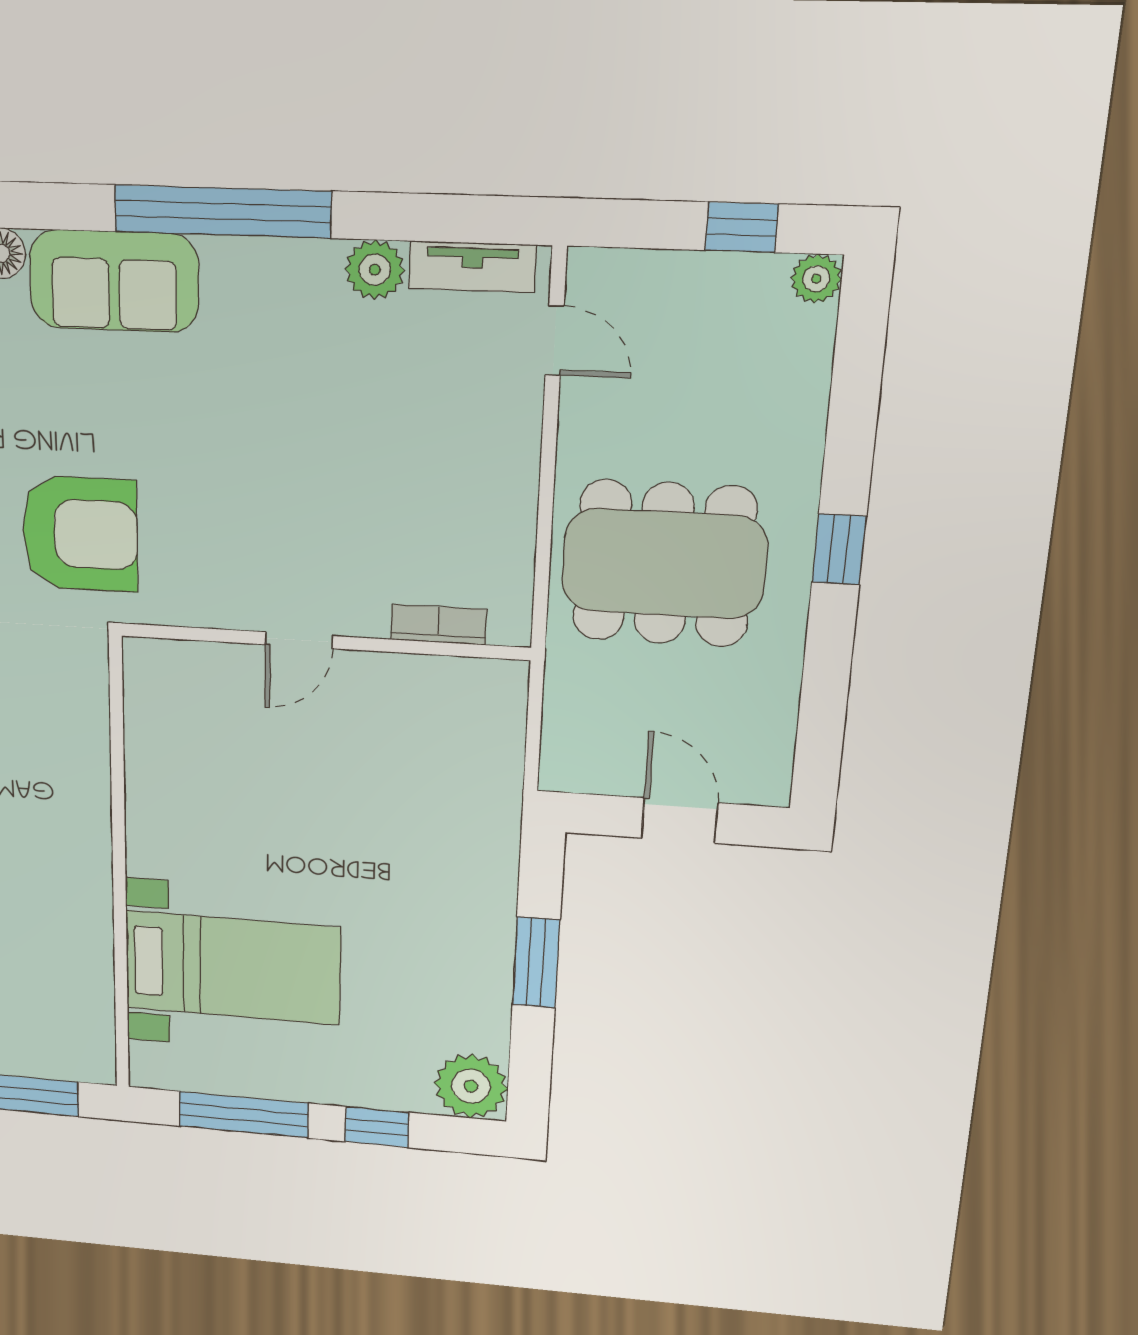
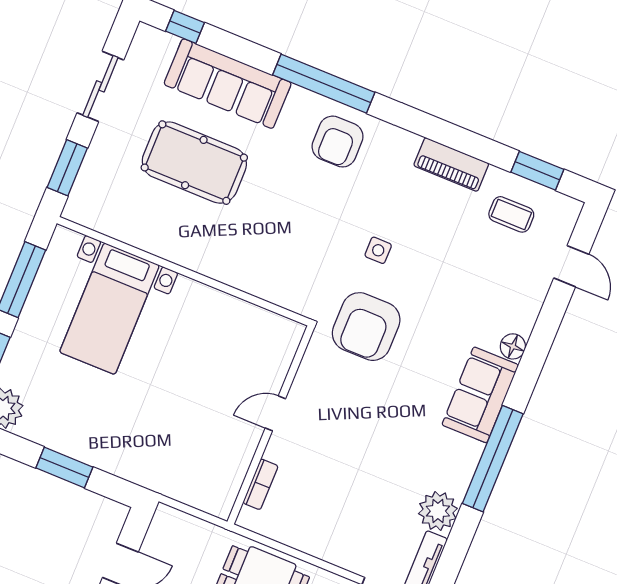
plant: (375, 270) -> (438, 511), width x1.36, depth x1.36
door: (299, 640) -> (275, 413), hinge flipped

